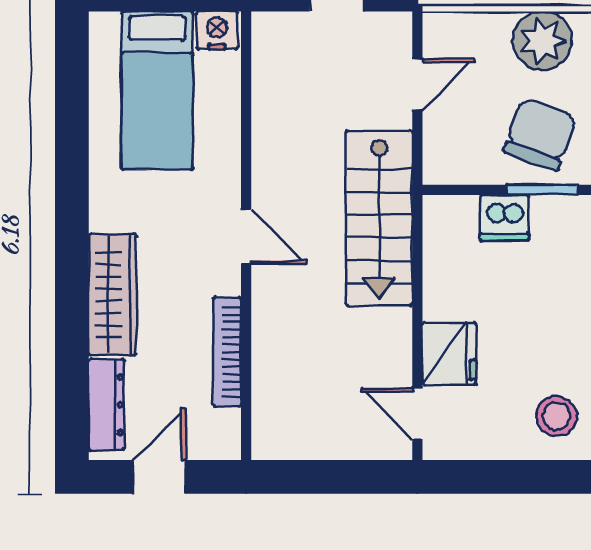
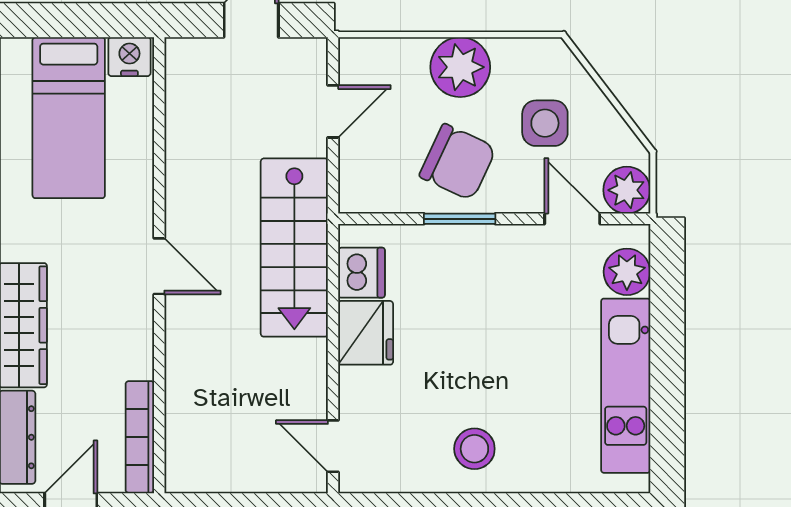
chair: (540, 134) -> (458, 162), turned 95
dishwasher: (505, 218) -> (361, 273), moved, turned -90
bookcase: (227, 352) -> (140, 437), moved
fridge: (449, 354) -> (366, 333), moved

